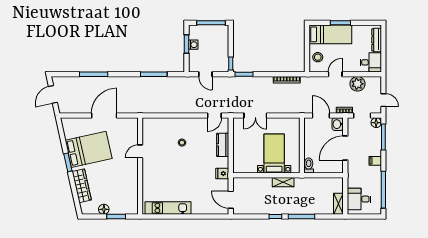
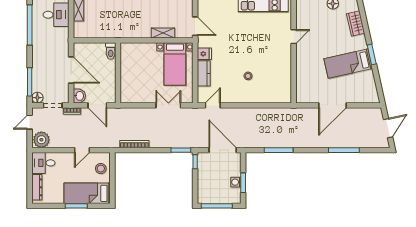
door: (205, 74) -> (223, 150), width x1.87
plant: (357, 84) -> (41, 140), moved
door: (383, 100) -> (30, 122), hinge flipped
door: (345, 148) -> (71, 70), hinge flipped
bed: (89, 149) -> (348, 64), width x0.67
door: (140, 151) -> (294, 37), moved
bed with nightstands: (274, 154) -> (175, 64), moved
filing cabinet: (375, 161) -> (39, 56), removed
fridge: (222, 173) -> (204, 54), moved
shelving: (283, 182) -> (163, 33), moved
wardrobe: (82, 186) -> (356, 23), width x0.67
door: (231, 200) -> (195, 26), moved

